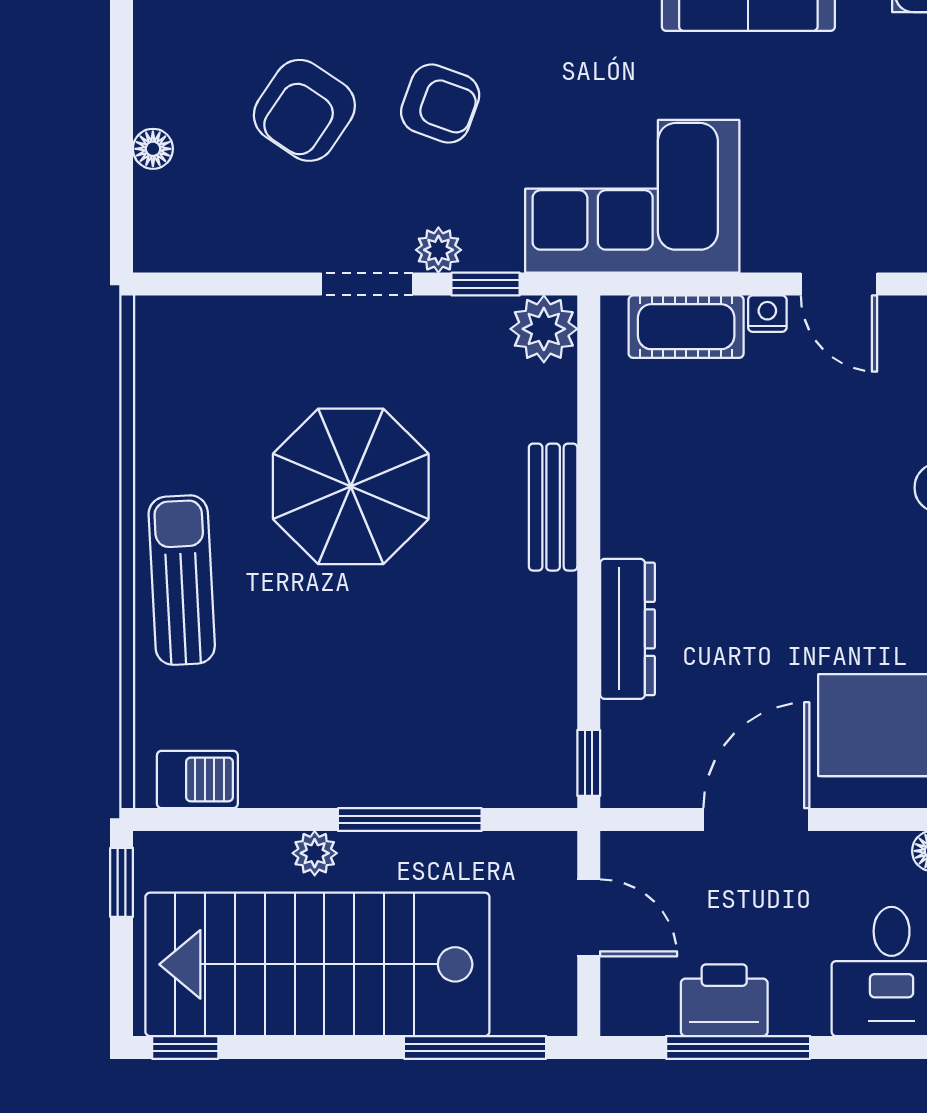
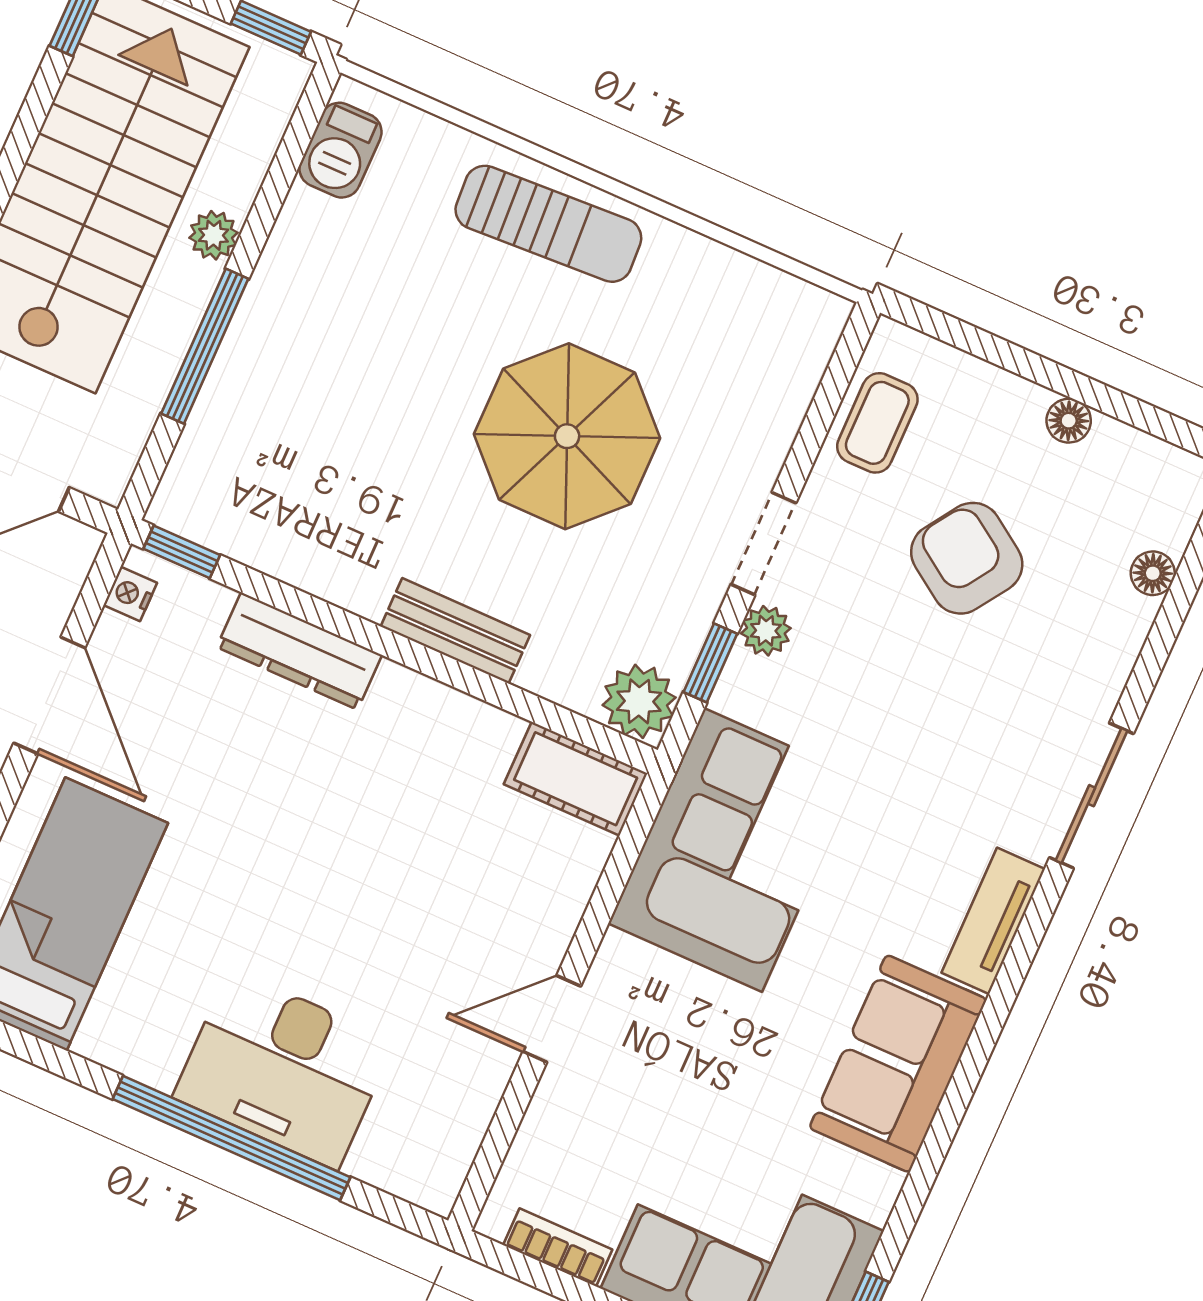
armchair: (440, 104) -> (913, 698), removed
floor lamp: (153, 149) -> (1069, 421), moved
coffee table: (225, 234) -> (877, 423), added
nightstand: (767, 314) -> (130, 594), moved, turned 180
cot: (686, 327) -> (576, 779), moved, turned 90

